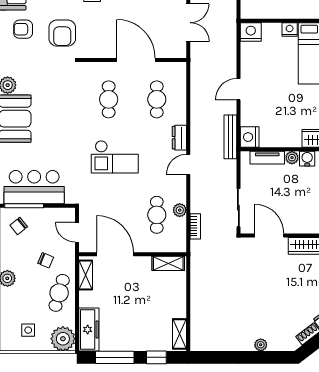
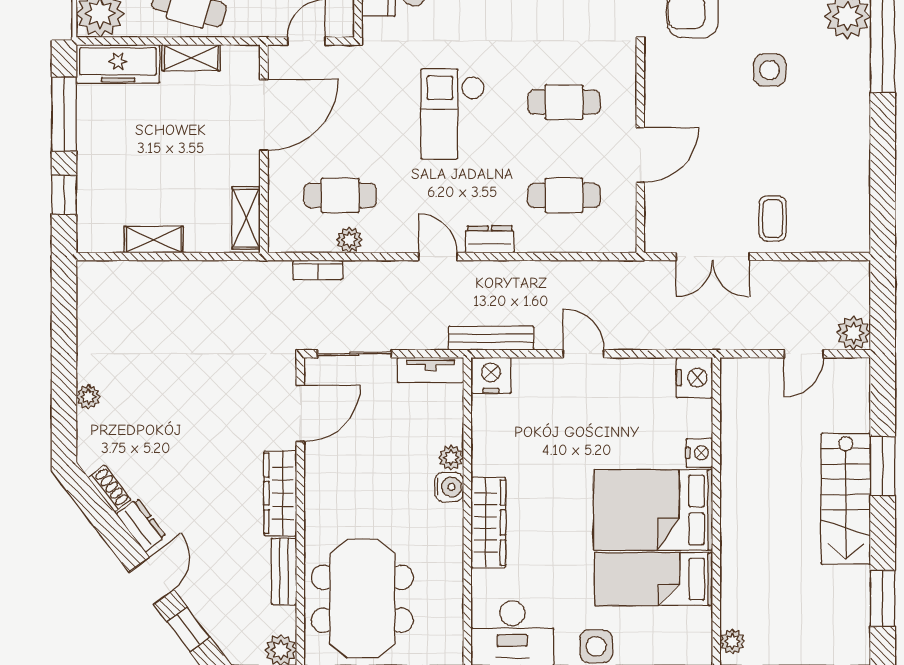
door: (136, 60) -> (640, 155), width x0.73
tv unit: (267, 158) -> (431, 370), moved, turned -90
shelving: (86, 275) -> (191, 58), moved
shelving: (180, 334) -> (154, 240), moved

